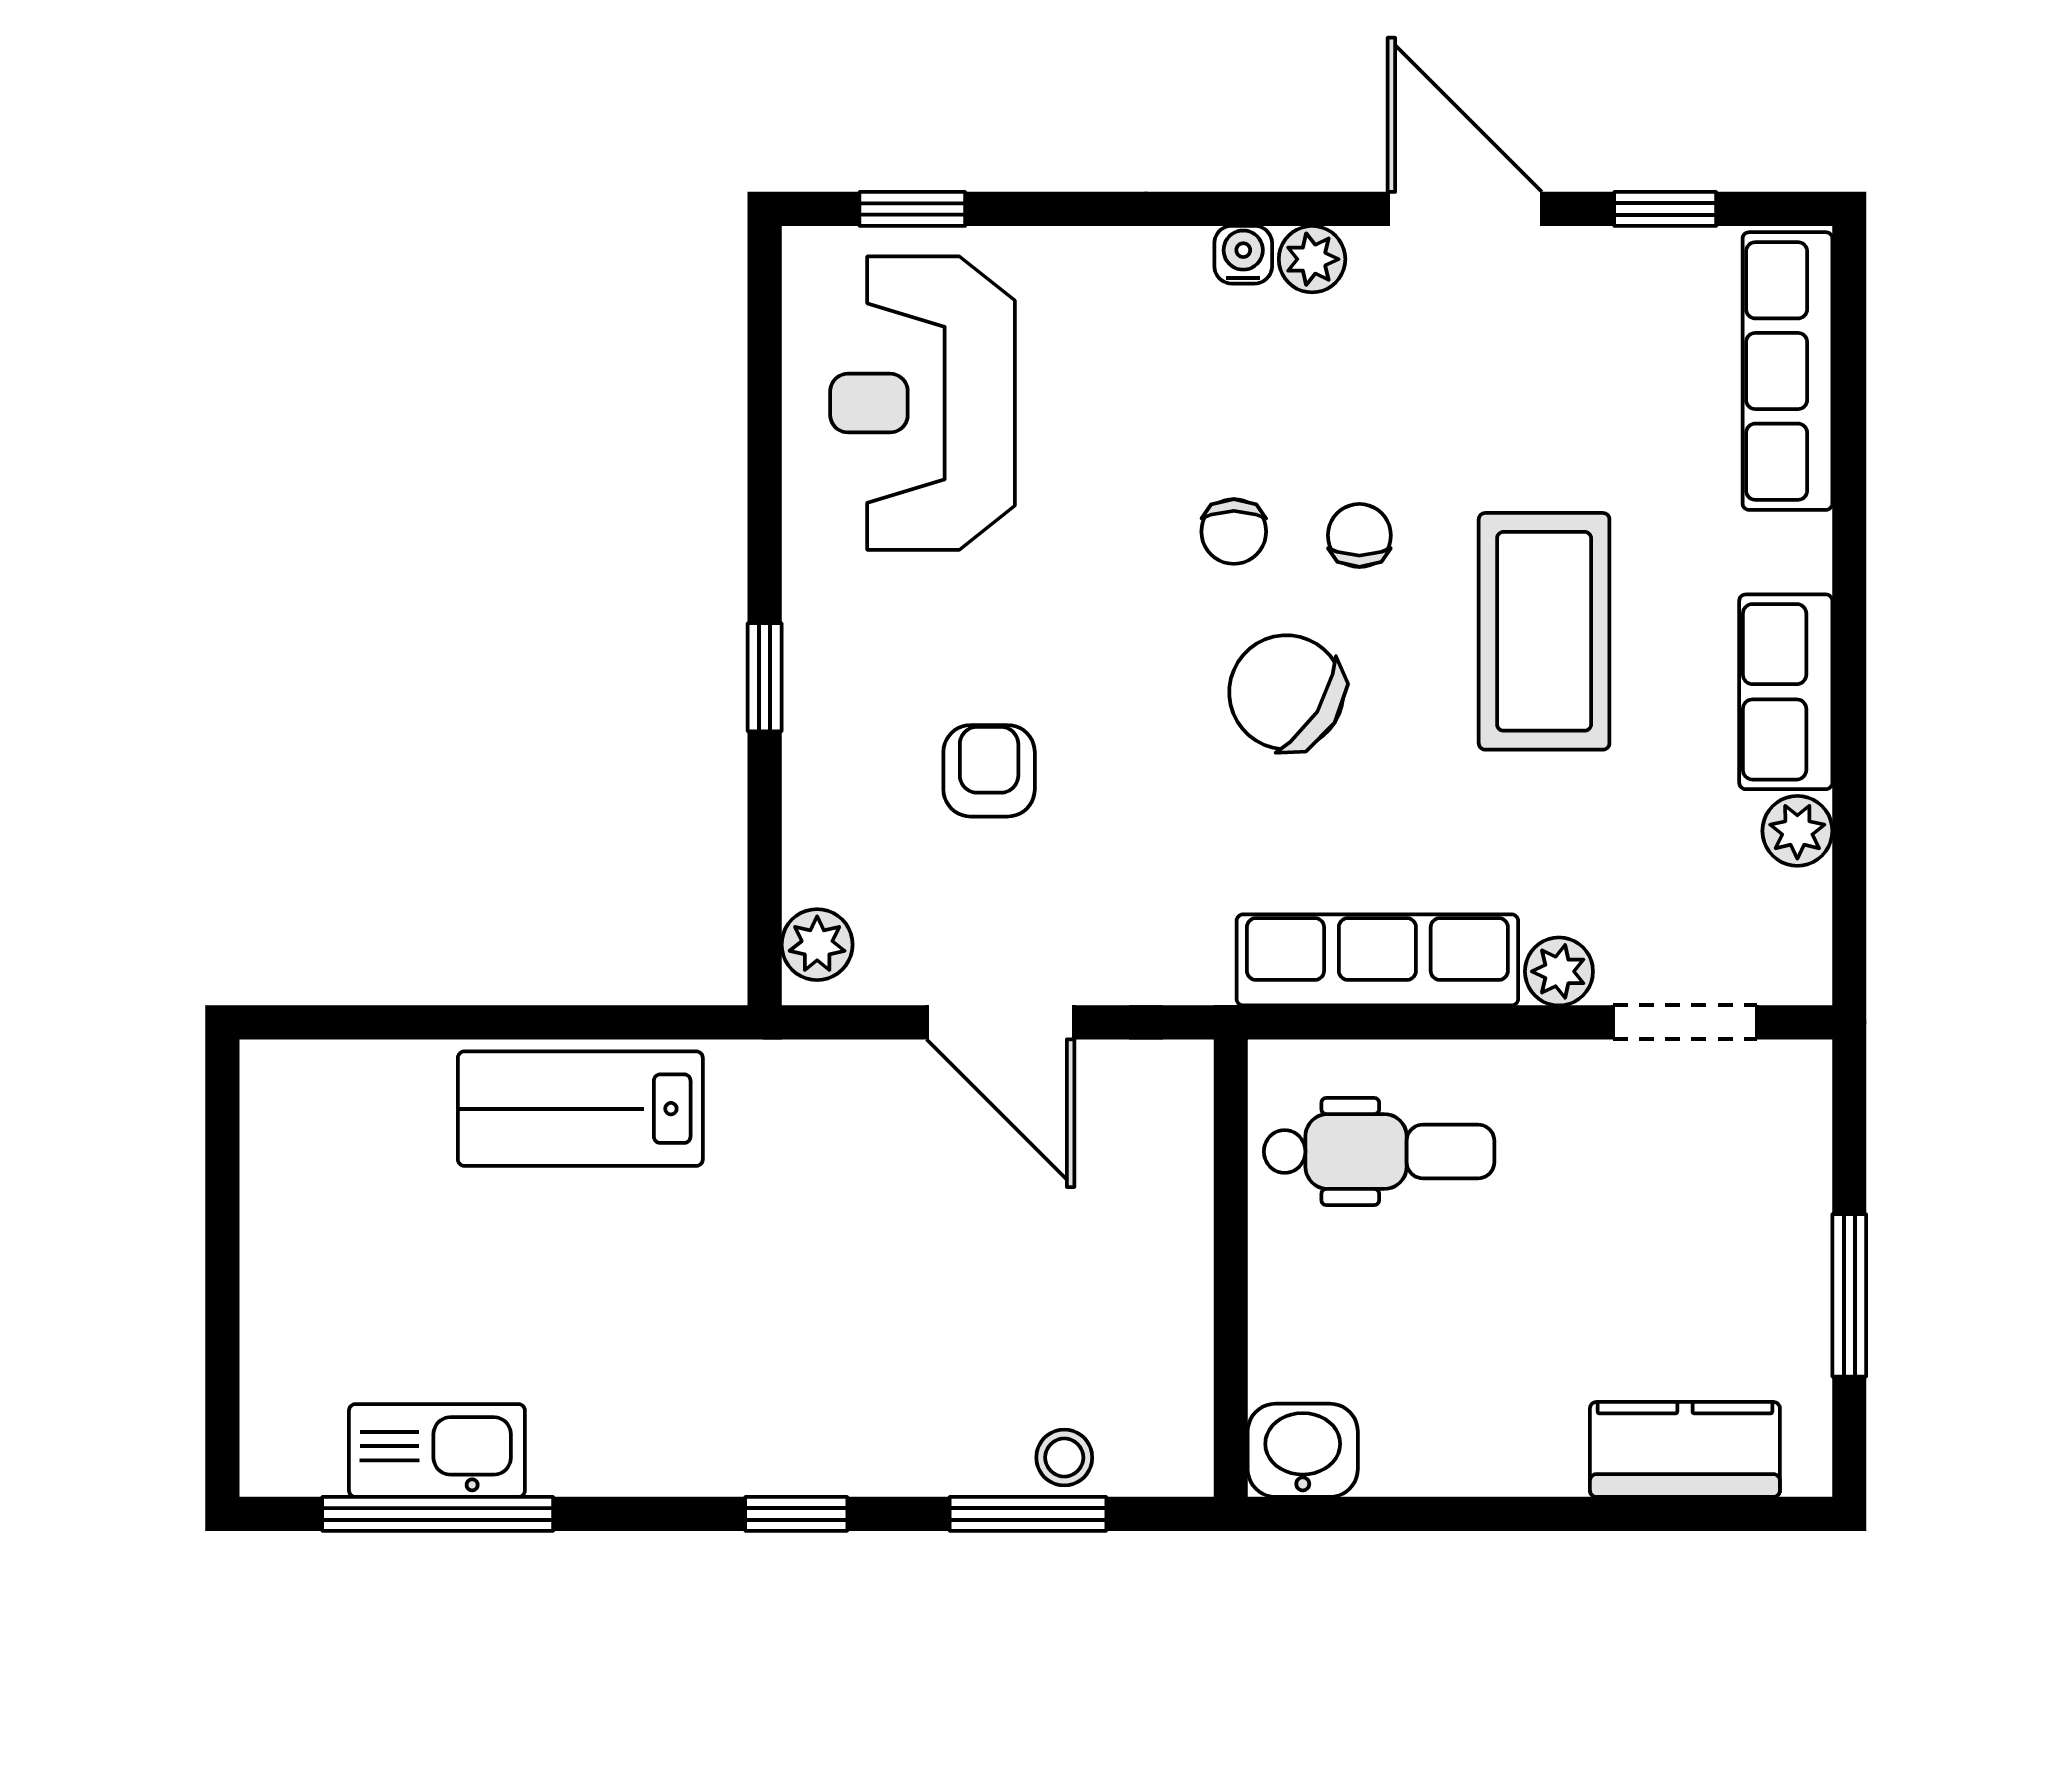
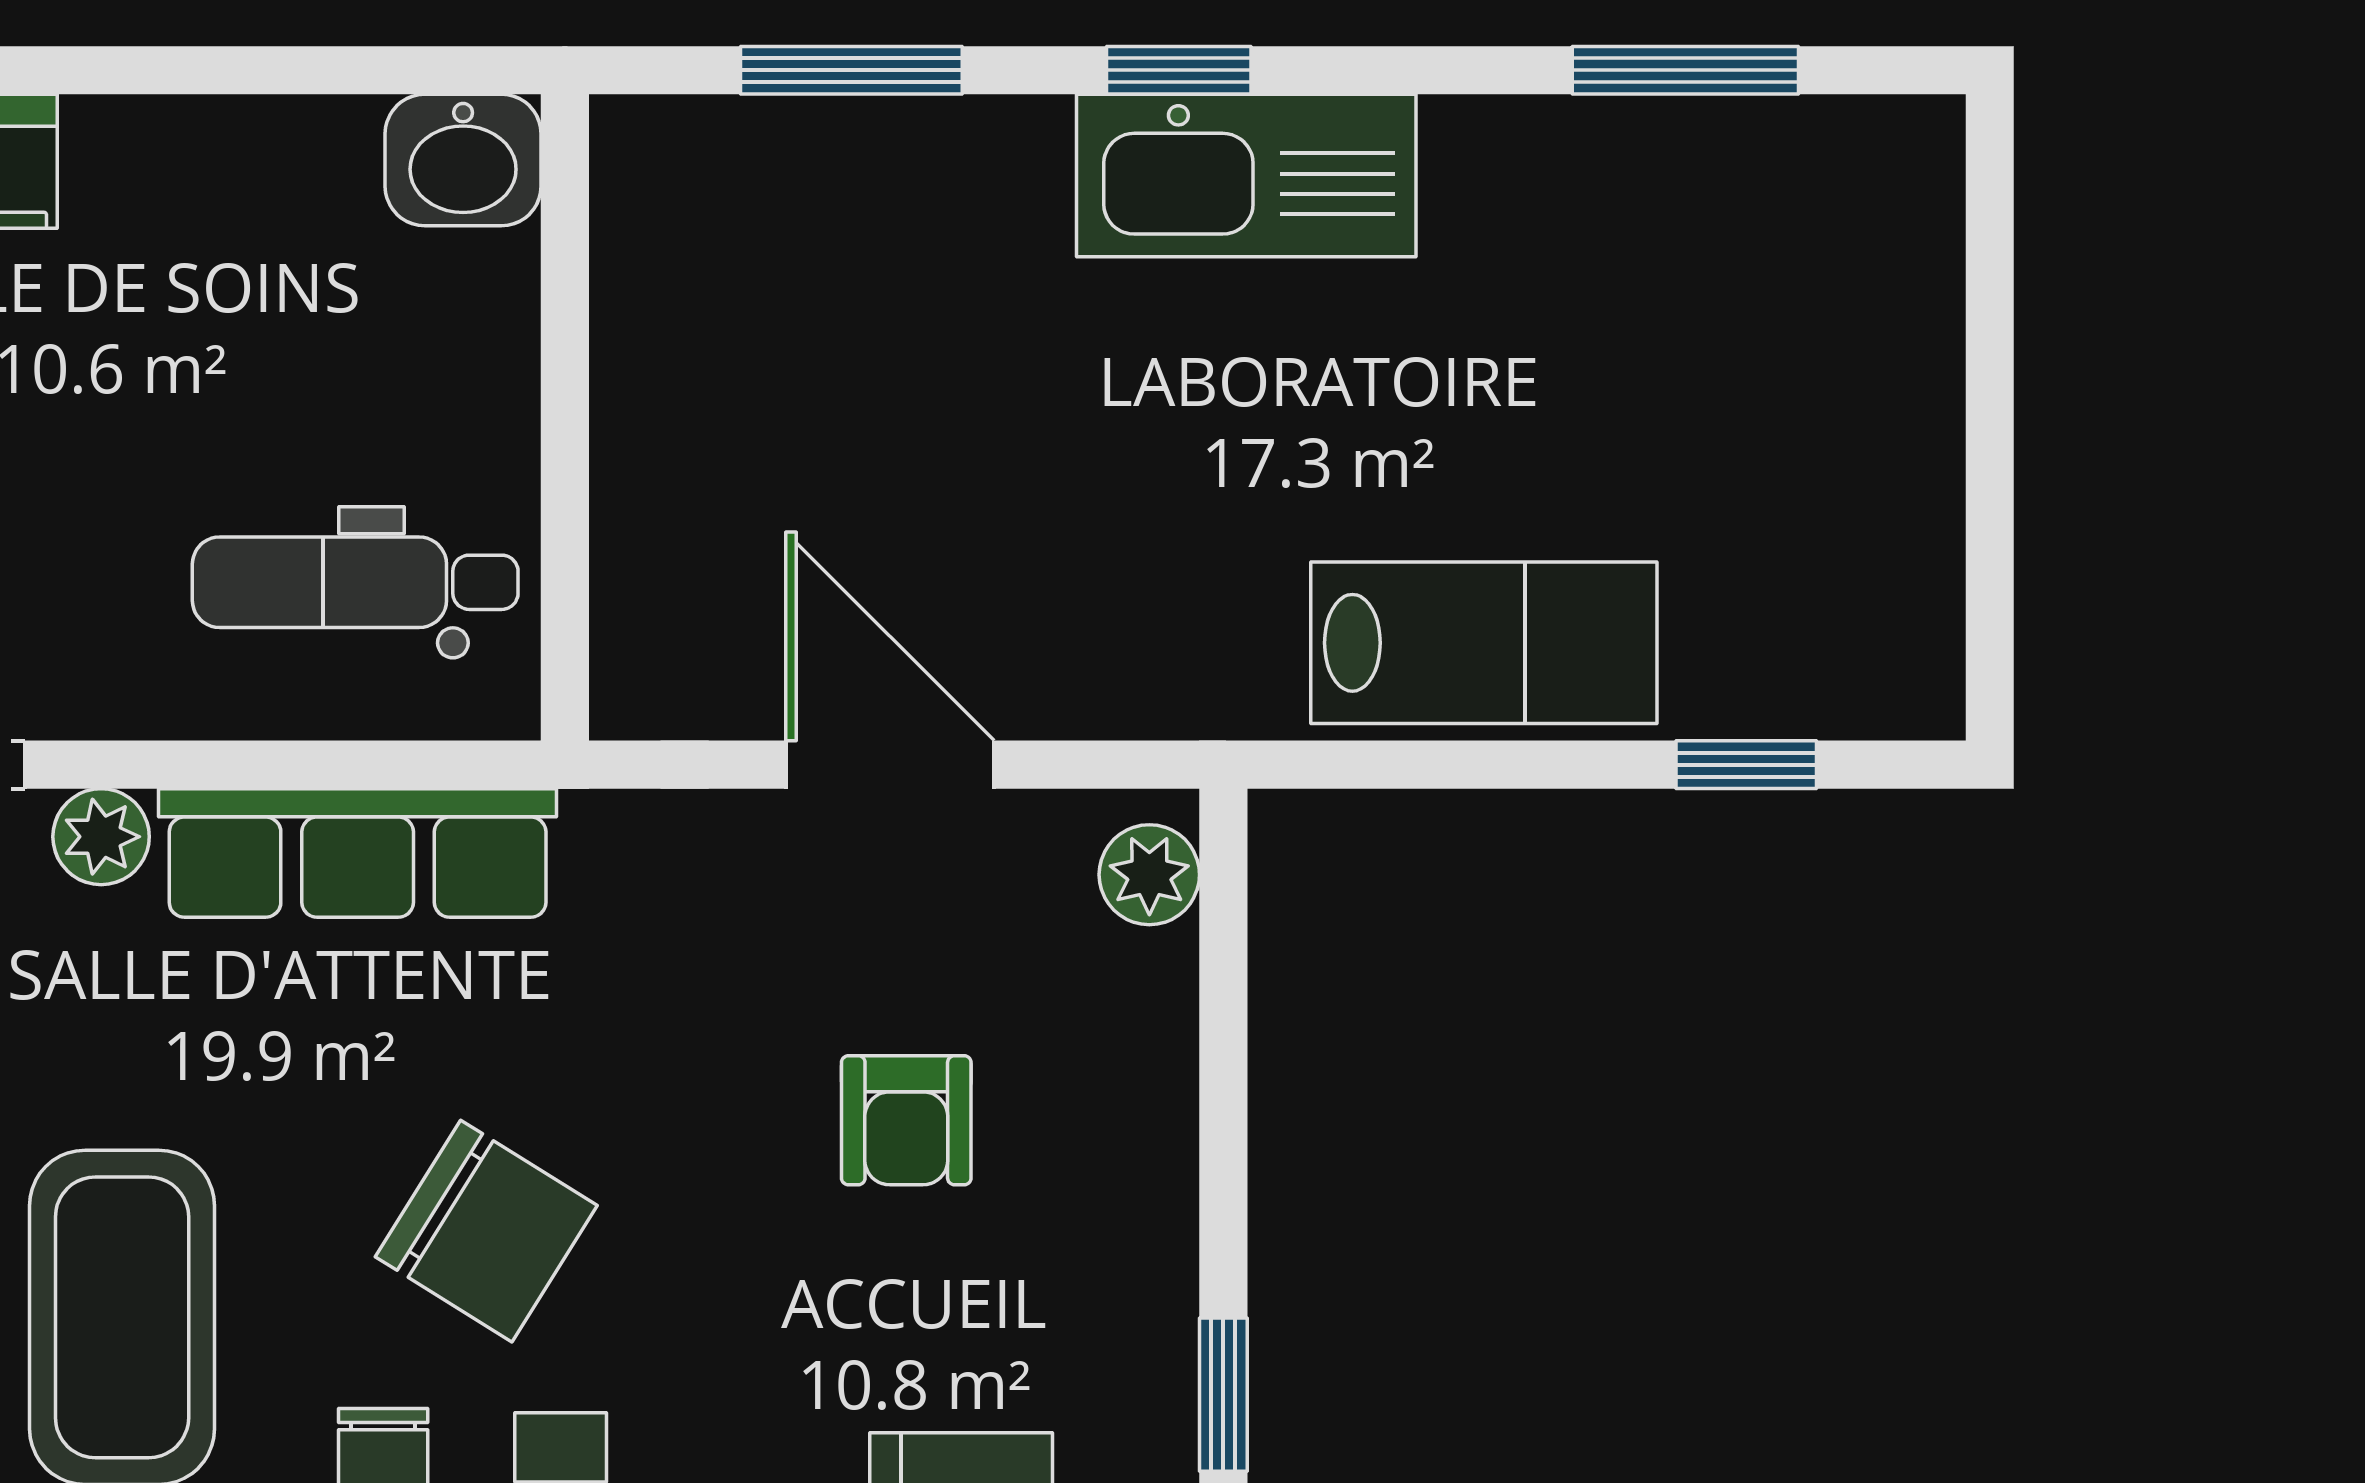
window: (765, 677) -> (1223, 1395), moved
window: (395, 1022) -> (1746, 765), added
kitchen sink: (437, 1451) -> (1246, 176), moved, width x1.36, depth x1.24
stool: (1064, 1458) -> (800, 150), removed
window: (438, 1514) -> (1685, 70), width x0.69

